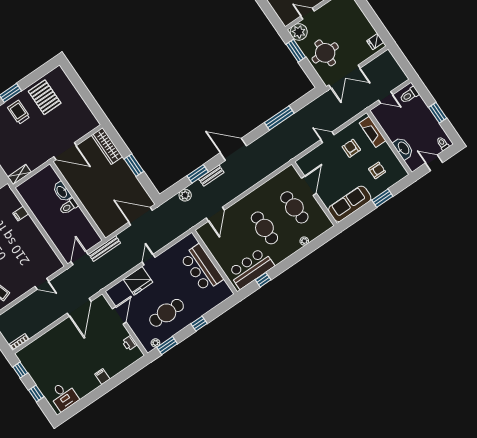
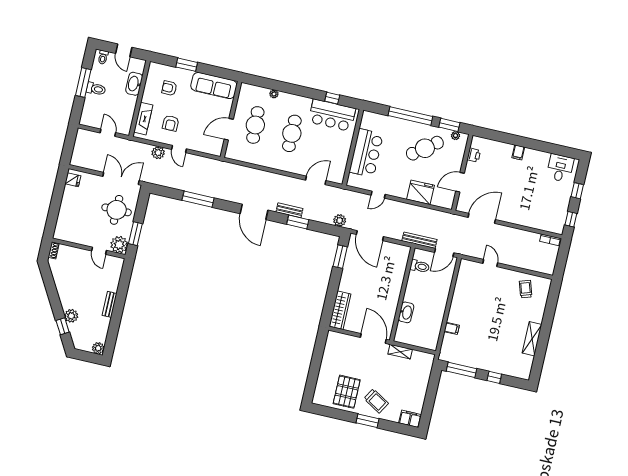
toilet: (409, 95) -> (96, 89), moved
trolley: (19, 112) -> (376, 401), turned -59
window: (438, 113) -> (83, 83), width x1.44
plant: (339, 120) -> (158, 153), added
window: (134, 165) -> (340, 257), moved
shelving: (19, 174) -> (400, 352), moved
plant: (185, 195) -> (340, 220), moved
toilet: (69, 206) -> (420, 266), moved
door: (149, 260) -> (378, 195), moved
cafe table: (167, 313) -> (425, 148), turned -37
window: (199, 324) -> (410, 116), width x3.17

